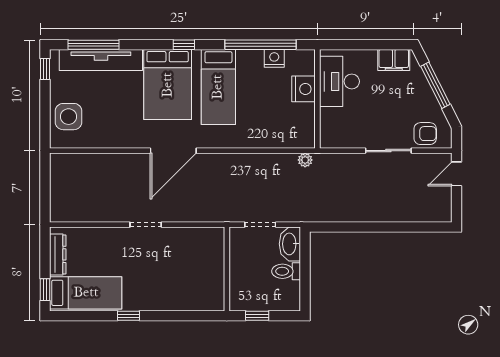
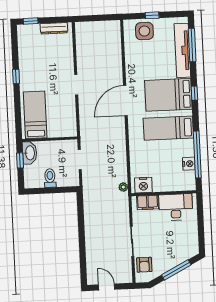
window: (184, 45) -> (194, 93), moved
filing cabinet: (394, 60) -> (147, 202), moved, turned -90
window: (45, 69) -> (152, 15), moved
nightstand: (303, 89) -> (143, 185), moved
door: (173, 151) -> (125, 101), hinge flipped
door: (457, 174) -> (107, 287), moved
washbasin: (290, 244) -> (30, 153), moved, turned 90
bed: (86, 293) -> (35, 115), moved, turned 180

